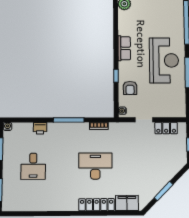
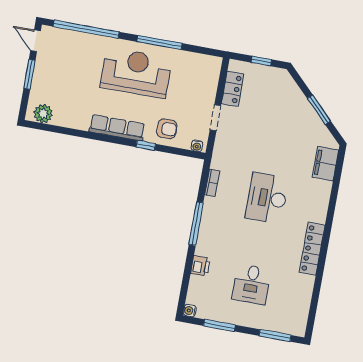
row of seats: (124, 48) -> (117, 128), width x1.48
desk: (33, 166) -> (251, 284), turned 90
locker: (97, 205) -> (312, 249), moved

